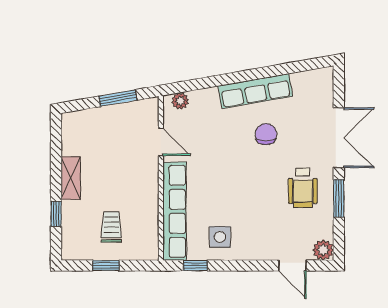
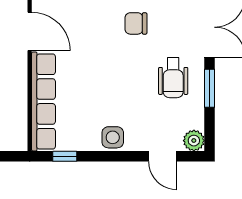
chair: (266, 134) -> (136, 23), turned -90
door: (161, 142) -> (30, 31), width x1.38
side table: (220, 237) -> (113, 137), moved

